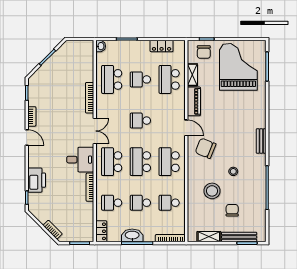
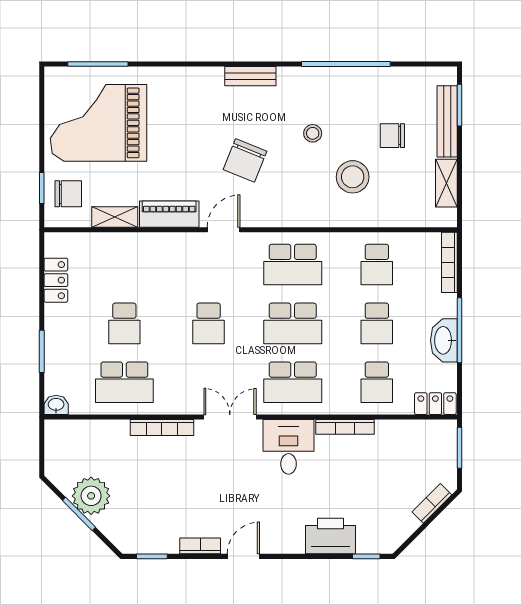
plant: (56, 63) -> (91, 496), added
school desk: (169, 79) -> (124, 265), removed
chair: (205, 148) -> (245, 160), moved

